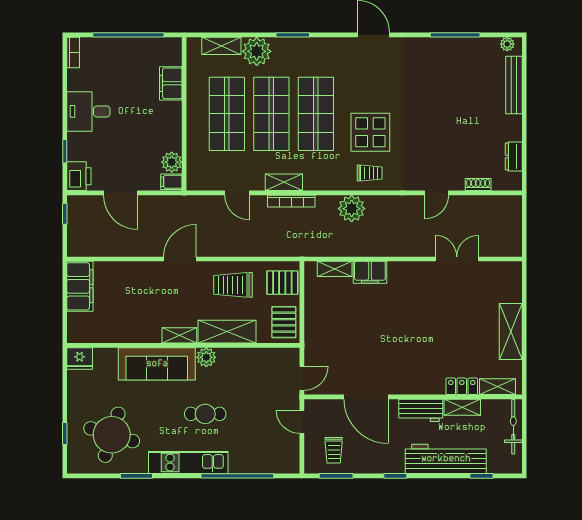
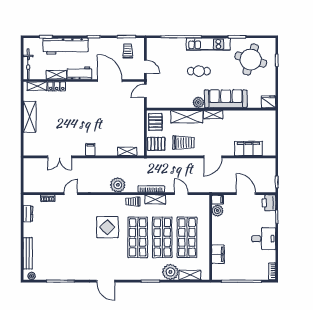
trolley: (370, 173) -> (133, 202), moved
filing cabinet: (370, 272) -> (90, 150), moved, width x0.50
filing cabinet: (80, 286) -> (248, 148), moved, turned 90

